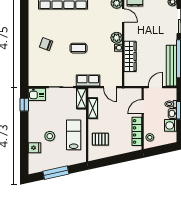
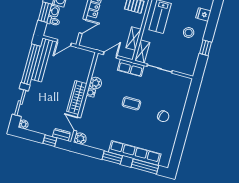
plant: (117, 38) -> (96, 83), moved
wardrobe: (130, 56) -> (77, 98), moved
door: (110, 87) -> (110, 55), hinge flipped
kitchen sink: (37, 94) -> (186, 68), removed
window: (24, 105) -> (206, 48), moved
stool: (50, 136) -> (189, 32), moved

